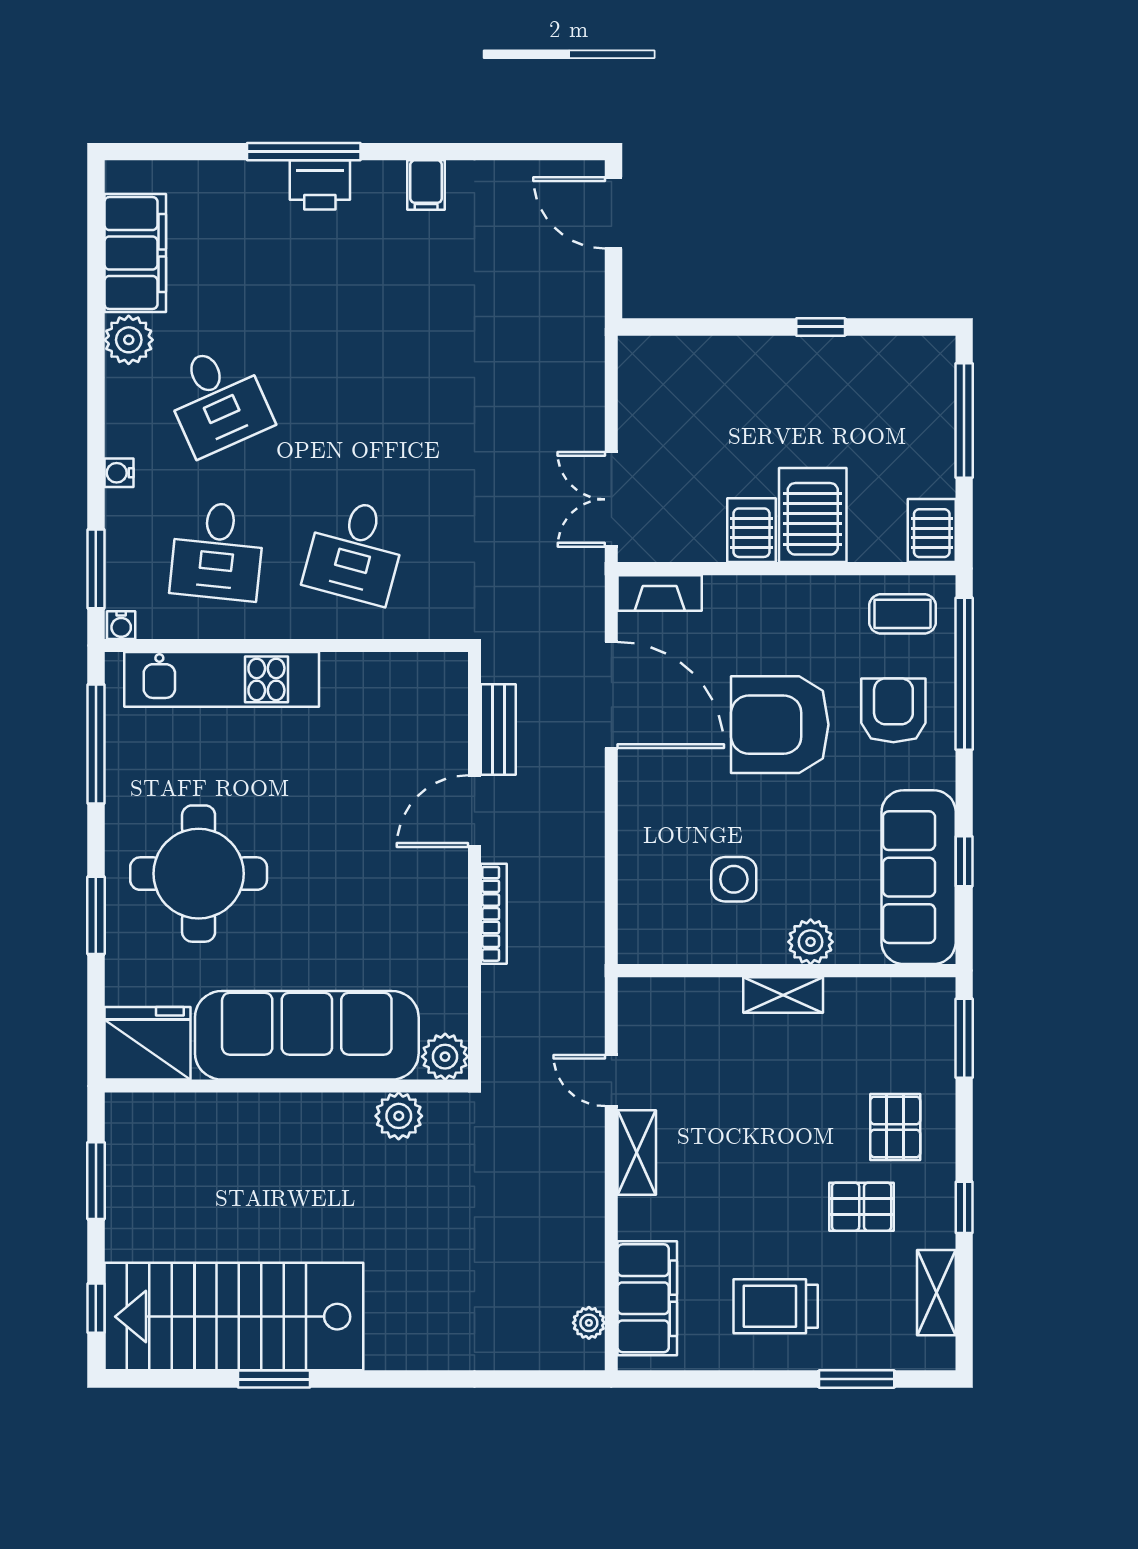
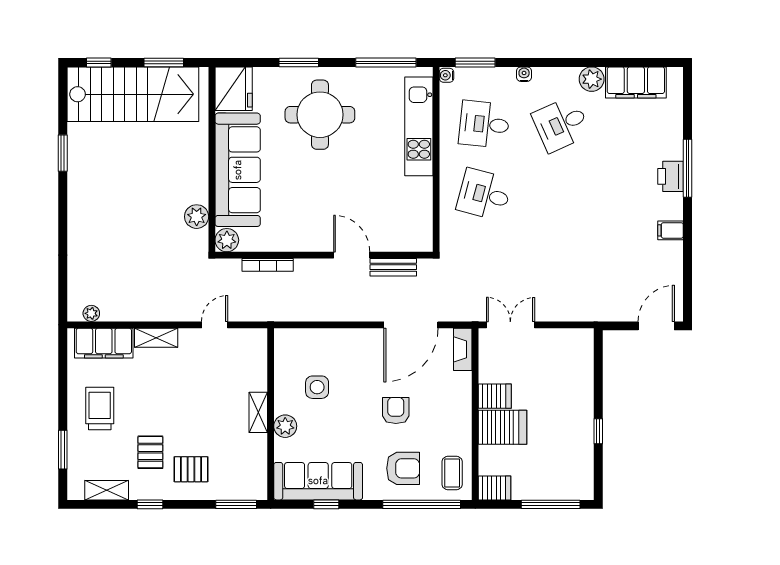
armchair: (780, 725) -> (396, 411), width x0.53, depth x0.53
bookcase: (494, 914) -> (268, 265), moved
shelving: (637, 1153) -> (156, 338), moved
stairs: (234, 1317) -> (133, 94), moved, turned 90

